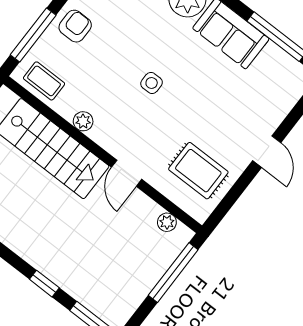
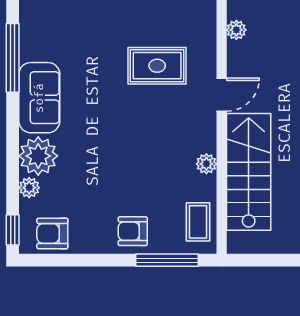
side table: (152, 83) -> (131, 132), removed
rug: (198, 171) -> (157, 66), moved, turned 90

